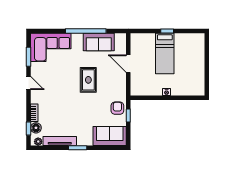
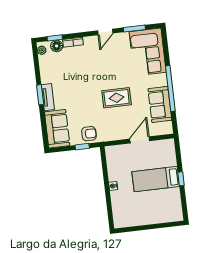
tv unit: (60, 141) -> (48, 97), moved, width x0.71

